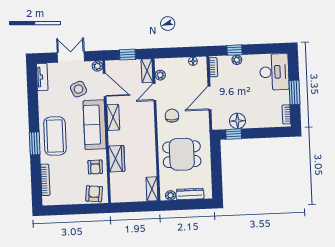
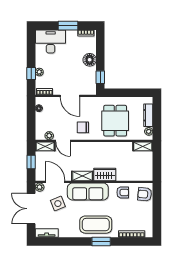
double door: (71, 57) -> (31, 209), width x1.37
door: (105, 85) -> (55, 182), hinge flipped
floor lamp: (237, 121) -> (90, 60), moved
wardrobe: (117, 159) -> (105, 174), moved

